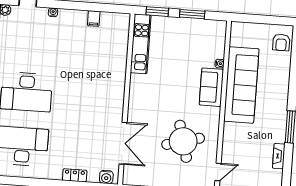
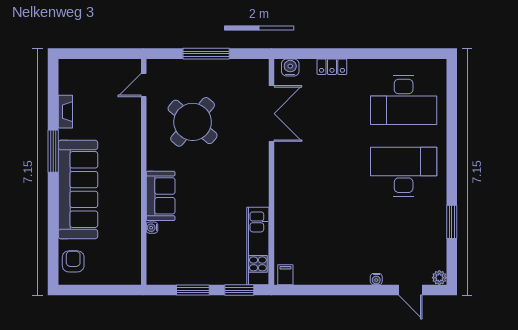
filing cabinet: (94, 19) -> (285, 275), moved
sofa: (241, 85) -> (78, 190), moved, turned 180
round table: (183, 141) -> (193, 122), turned -35
double door: (123, 143) -> (271, 114), swing flipped

